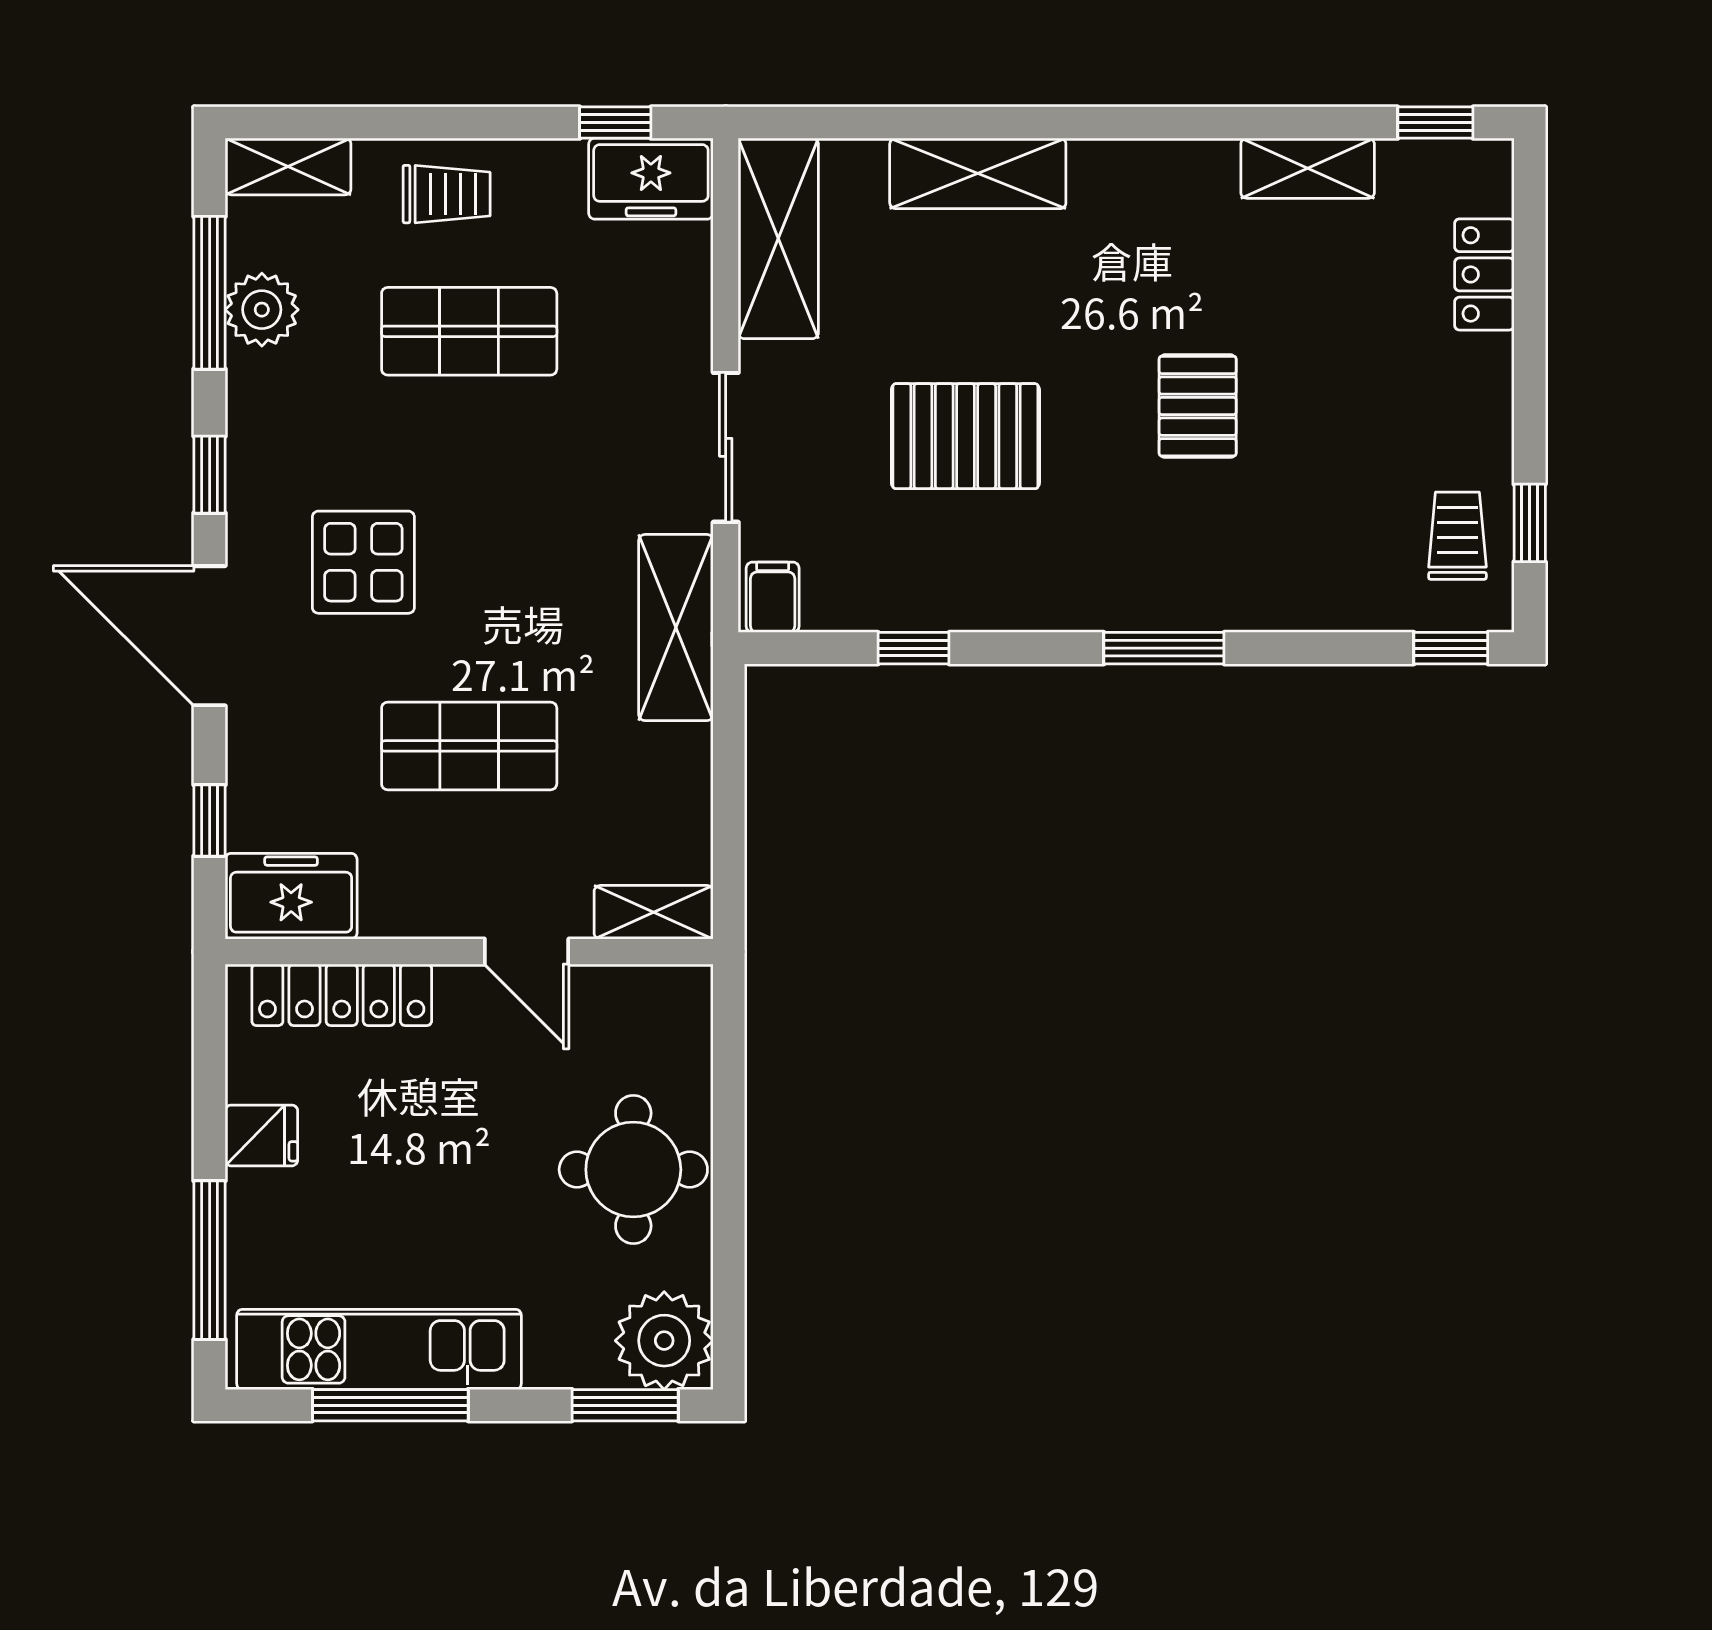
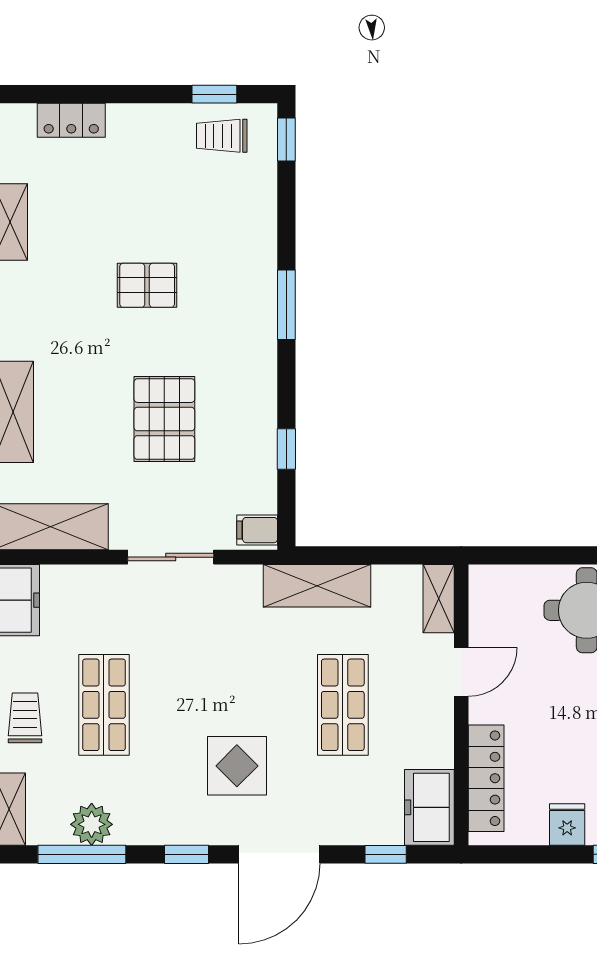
shelving: (676, 628) -> (317, 586), moved

